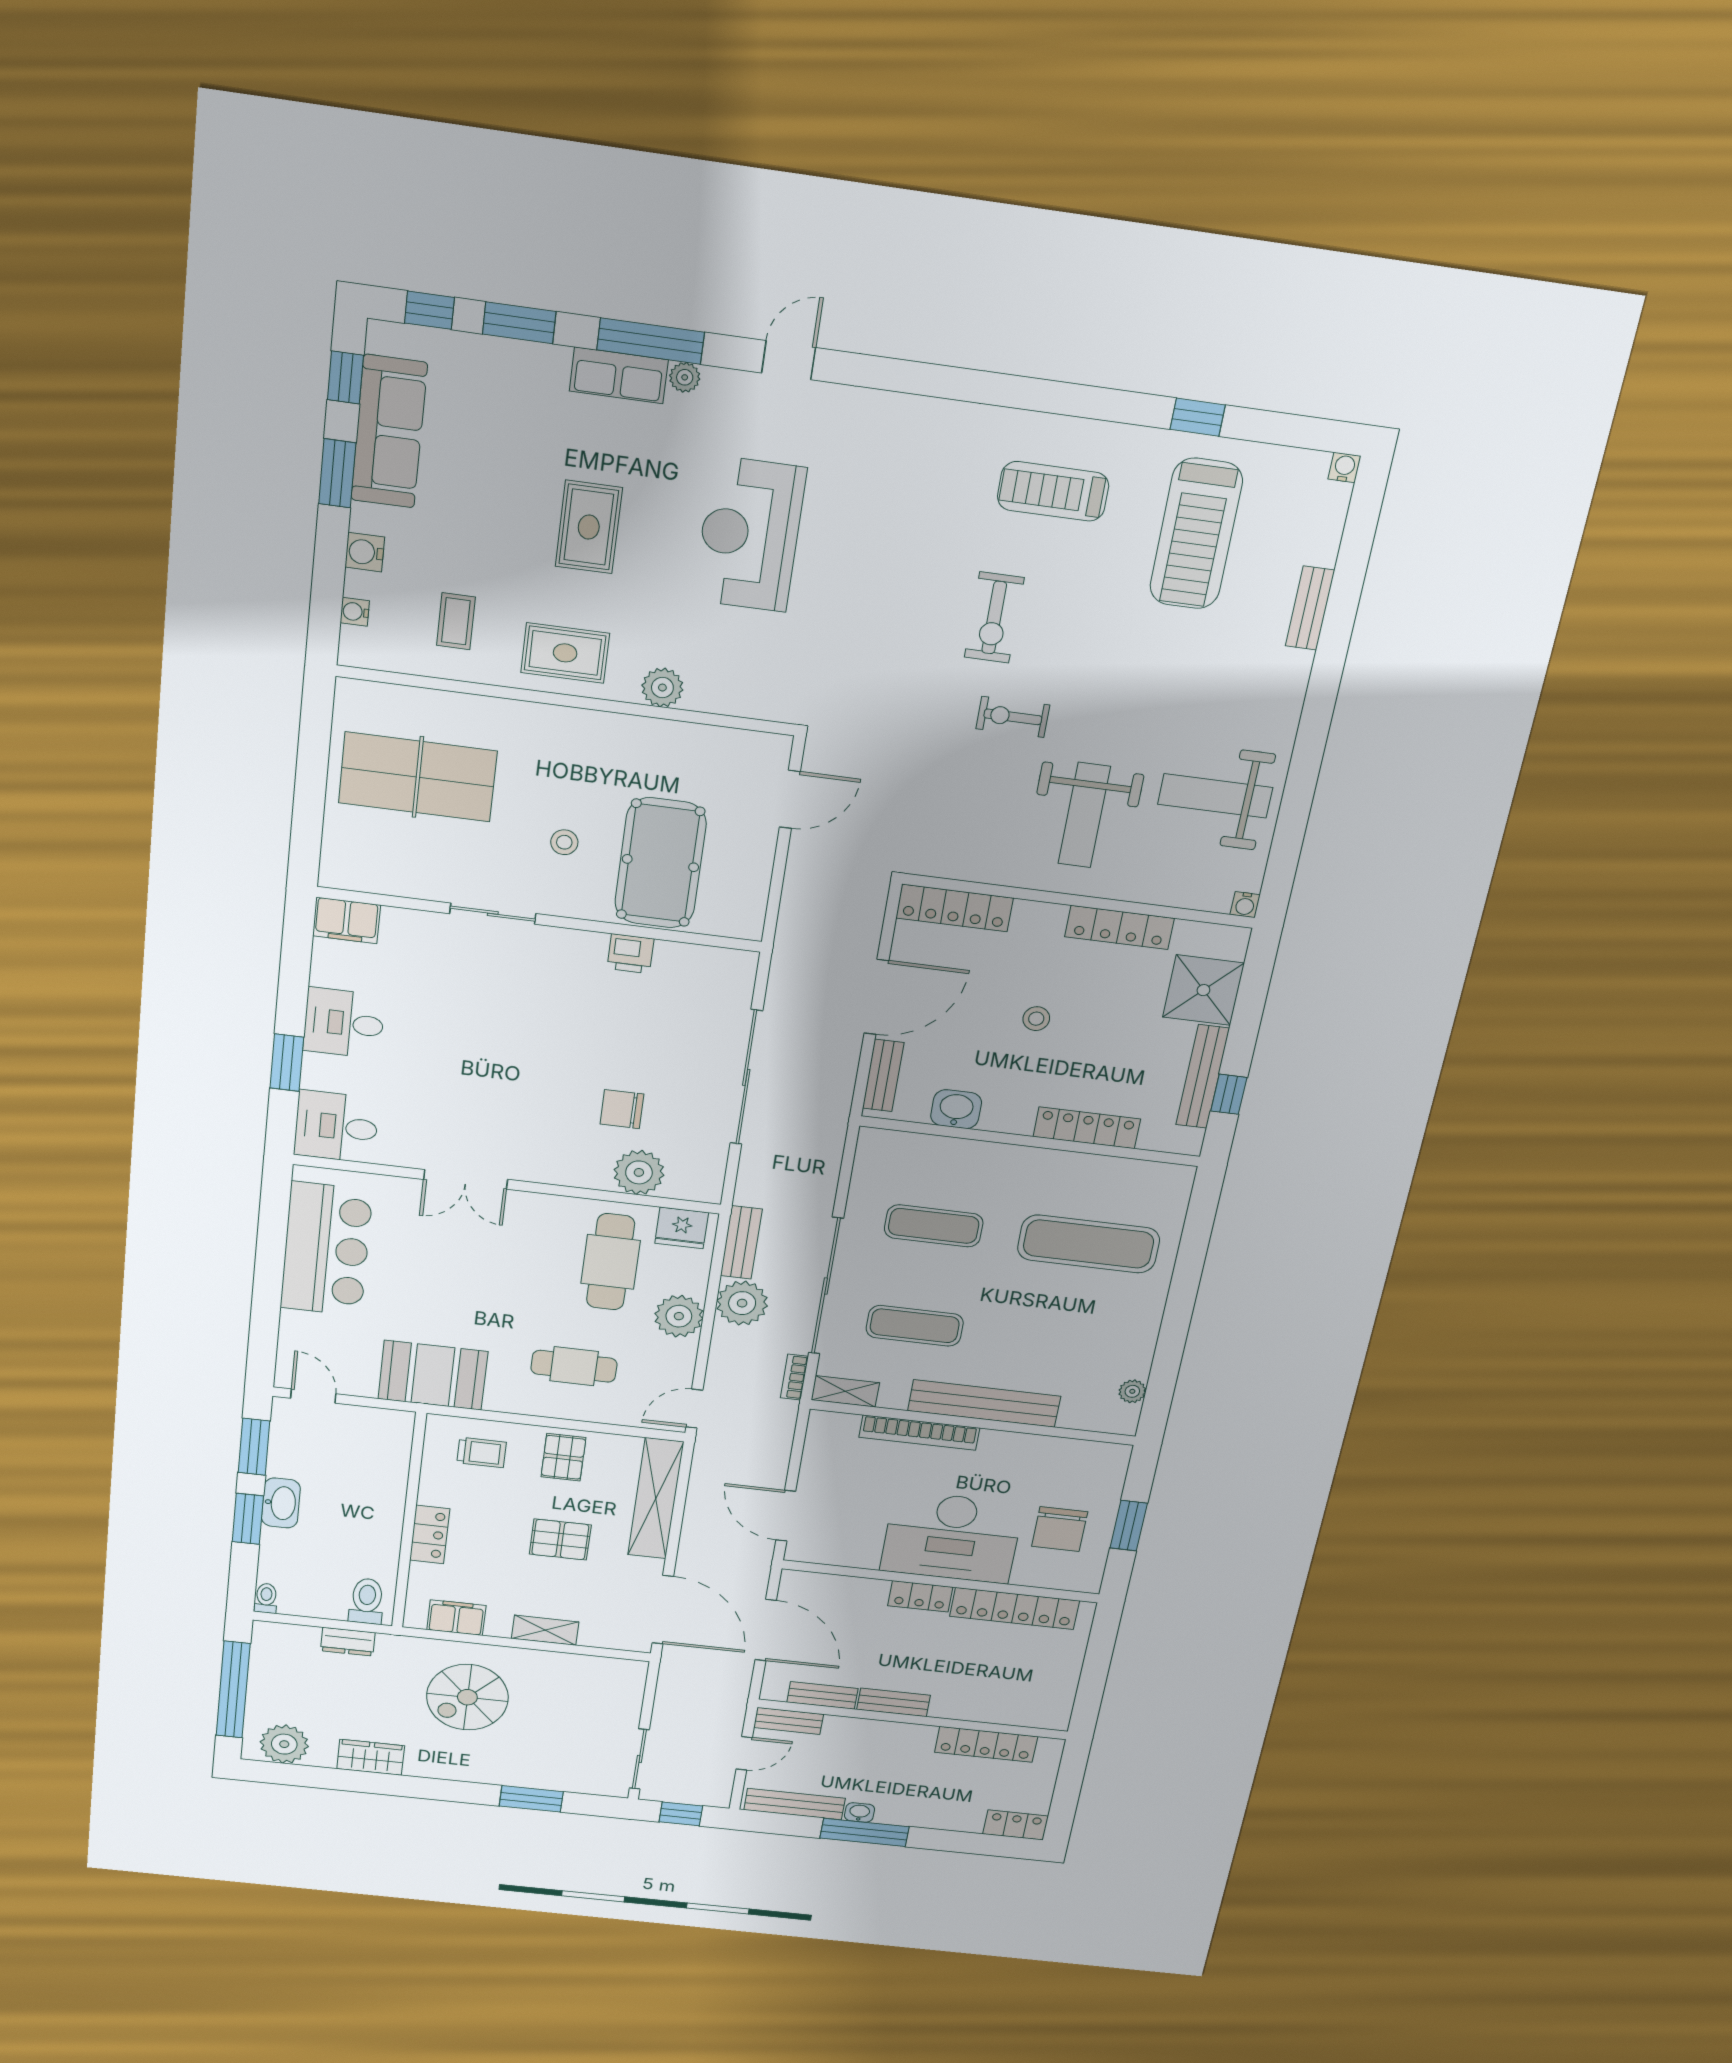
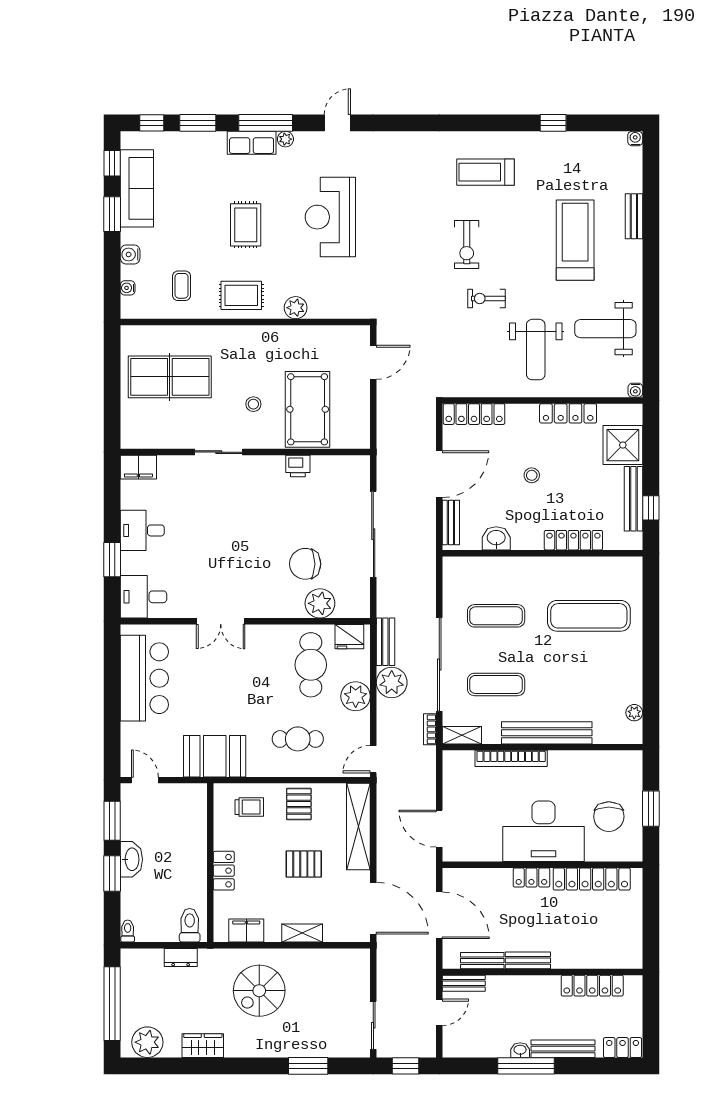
treadmill: (1196, 534) -> (575, 240), moved, turned 180
chair: (622, 1109) -> (305, 564), width x1.37, depth x1.37
bench: (795, 1804) -> (563, 1049), moved

